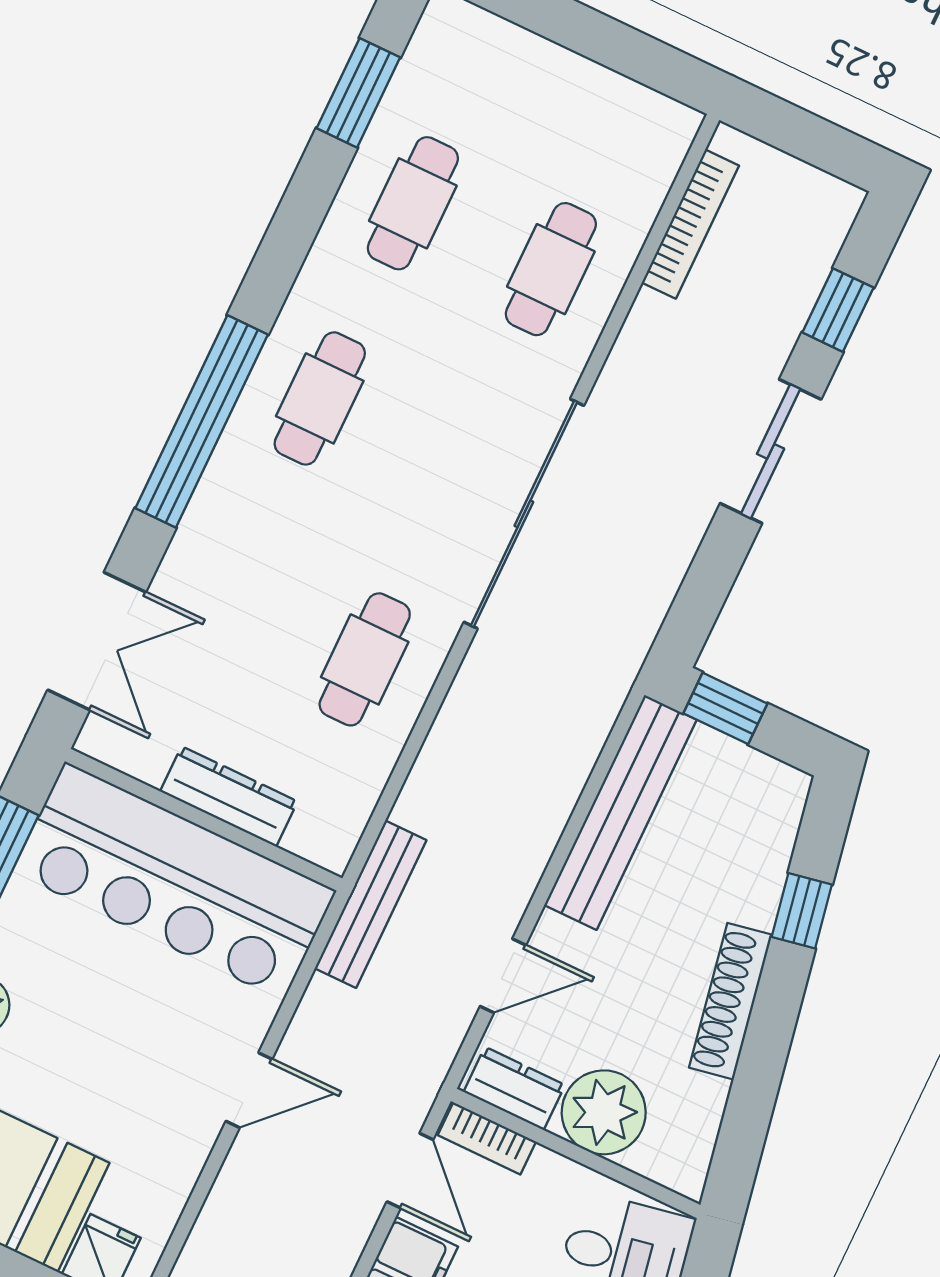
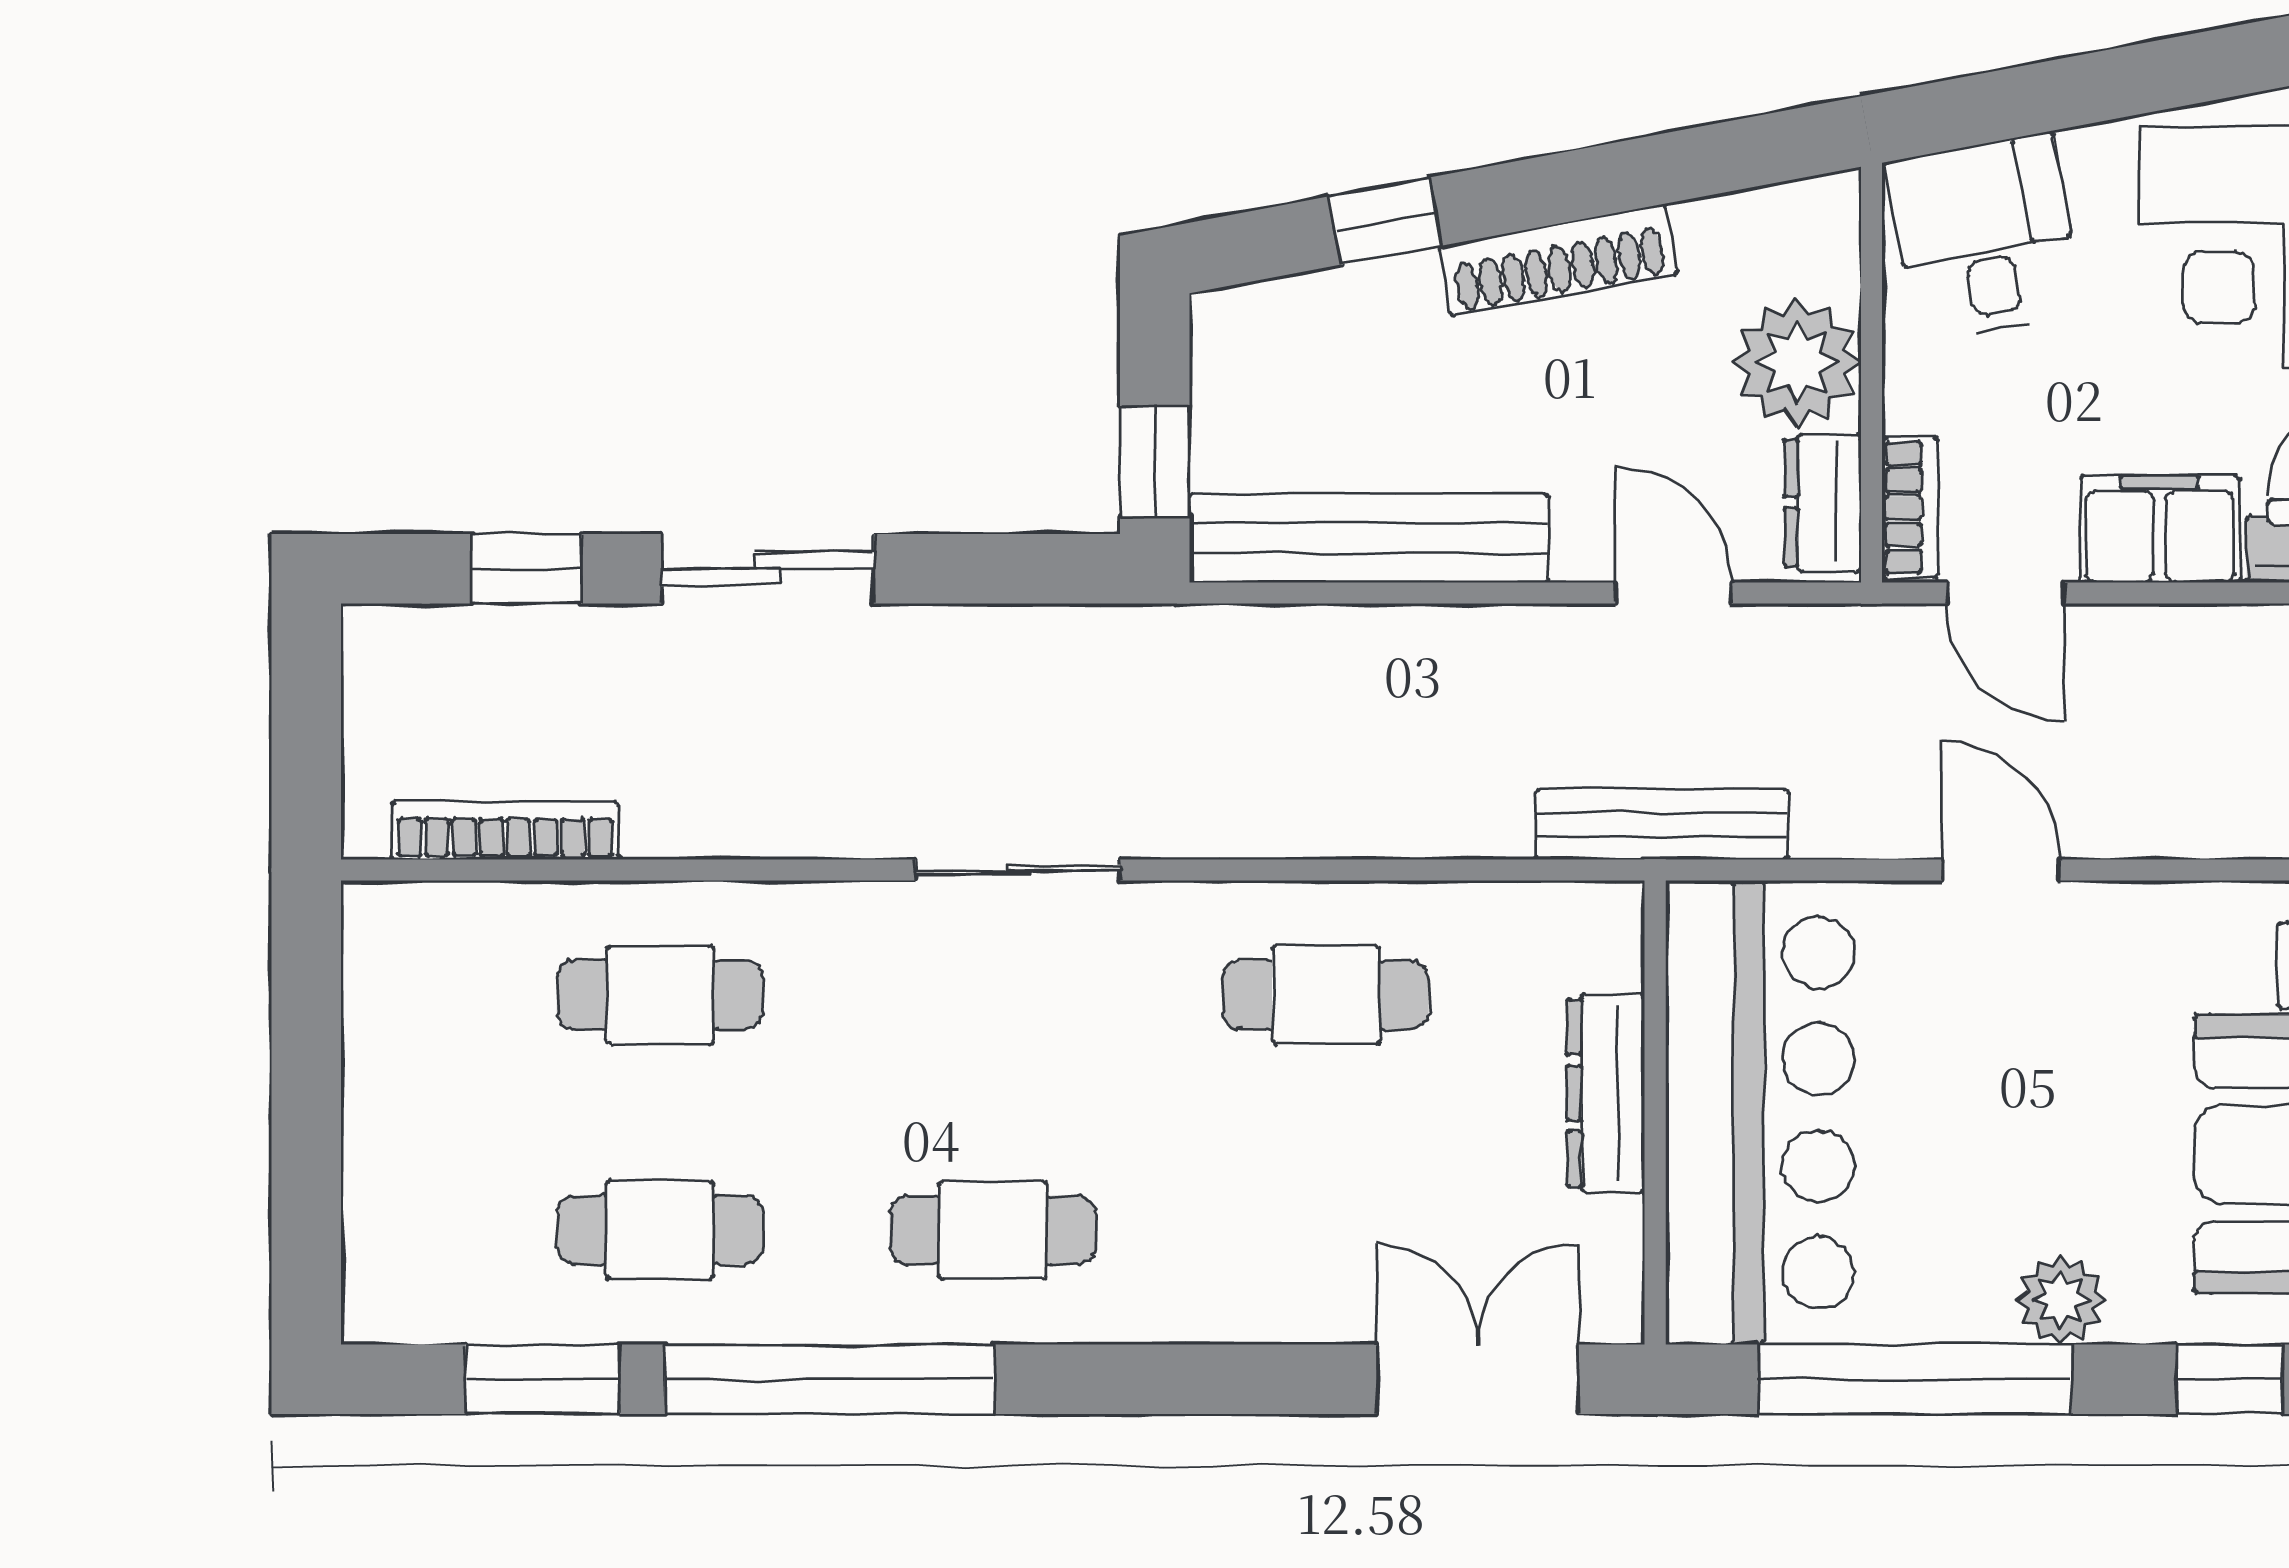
window: (202, 421) -> (829, 1379), moved
sliding door: (524, 514) -> (1018, 870), width x0.54
door: (410, 1171) -> (2006, 593), swing flipped

